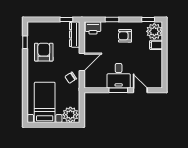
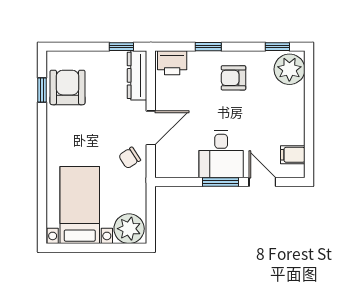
filing cabinet: (156, 45) -> (293, 155), moved
armchair: (44, 52) -> (67, 87), moved

